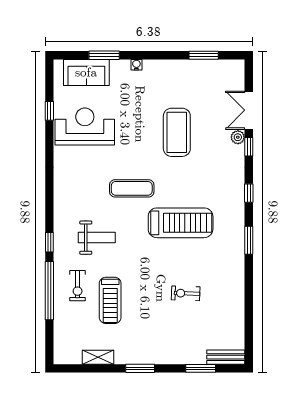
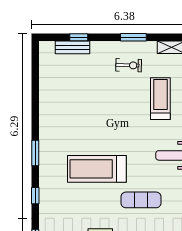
exercise bike: (186, 293) -> (129, 65), moved
bench: (226, 357) -> (73, 47), moved
window: (201, 368) -> (79, 37), width x0.67

